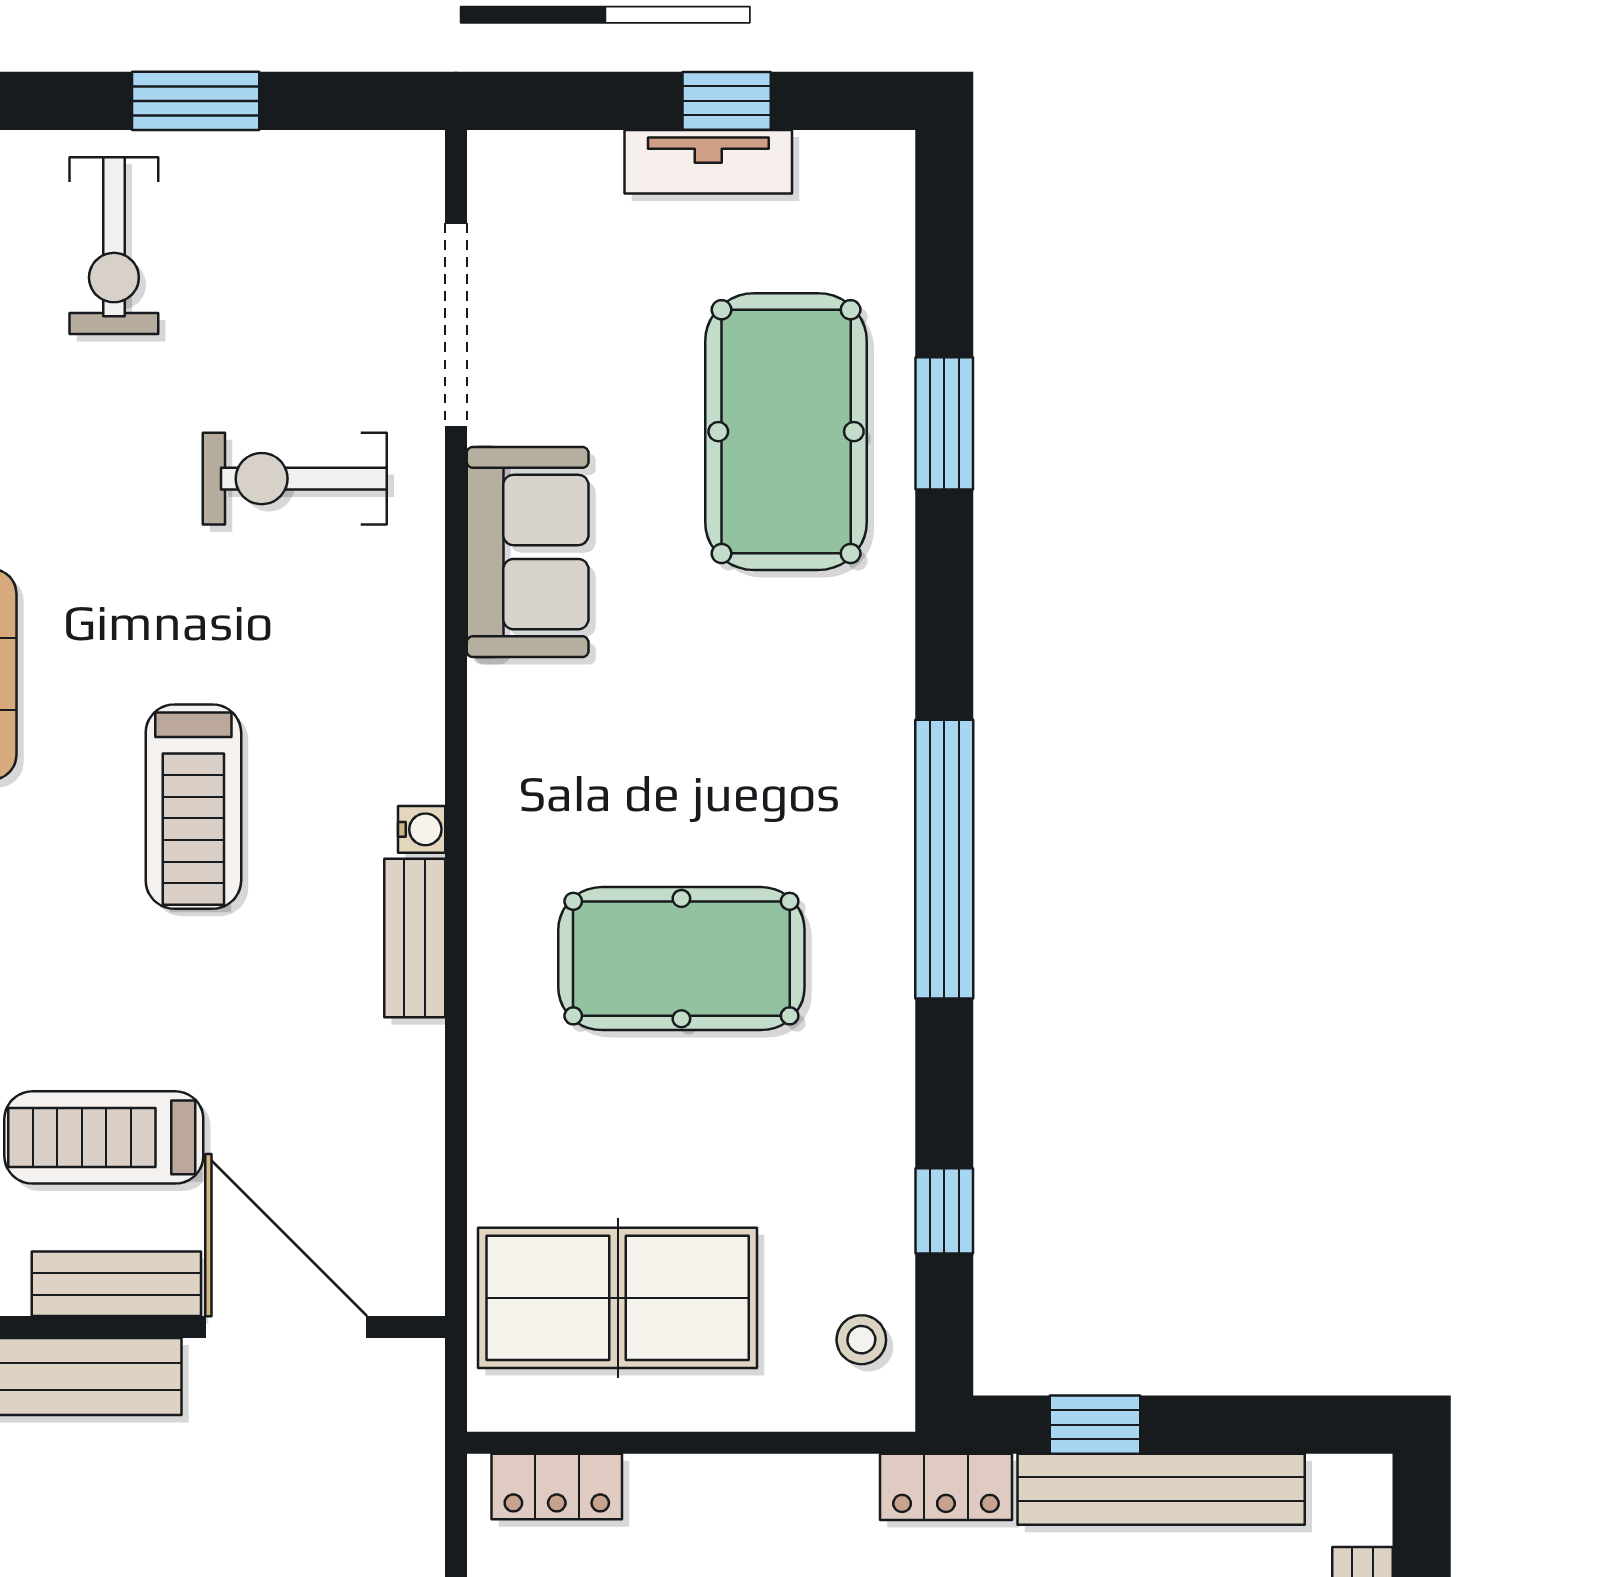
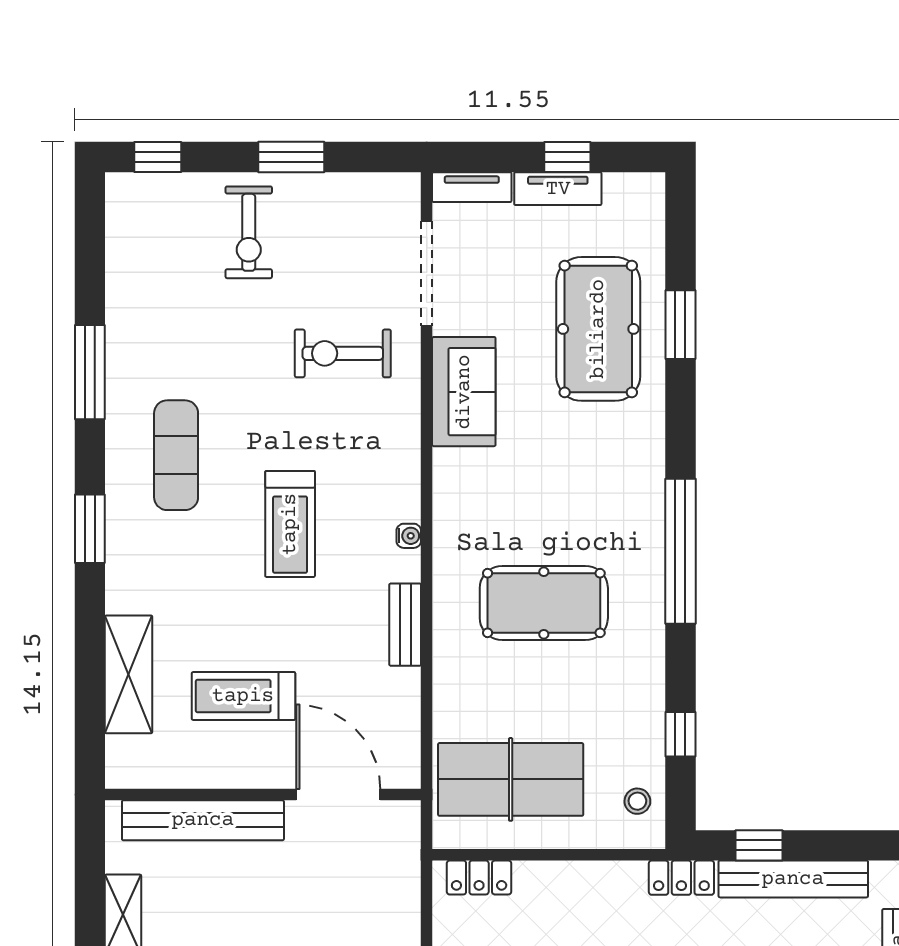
tv unit: (543, 159) -> (472, 187), added
bench: (415, 938) -> (405, 625), moved
bench: (116, 1284) -> (250, 772), removed

